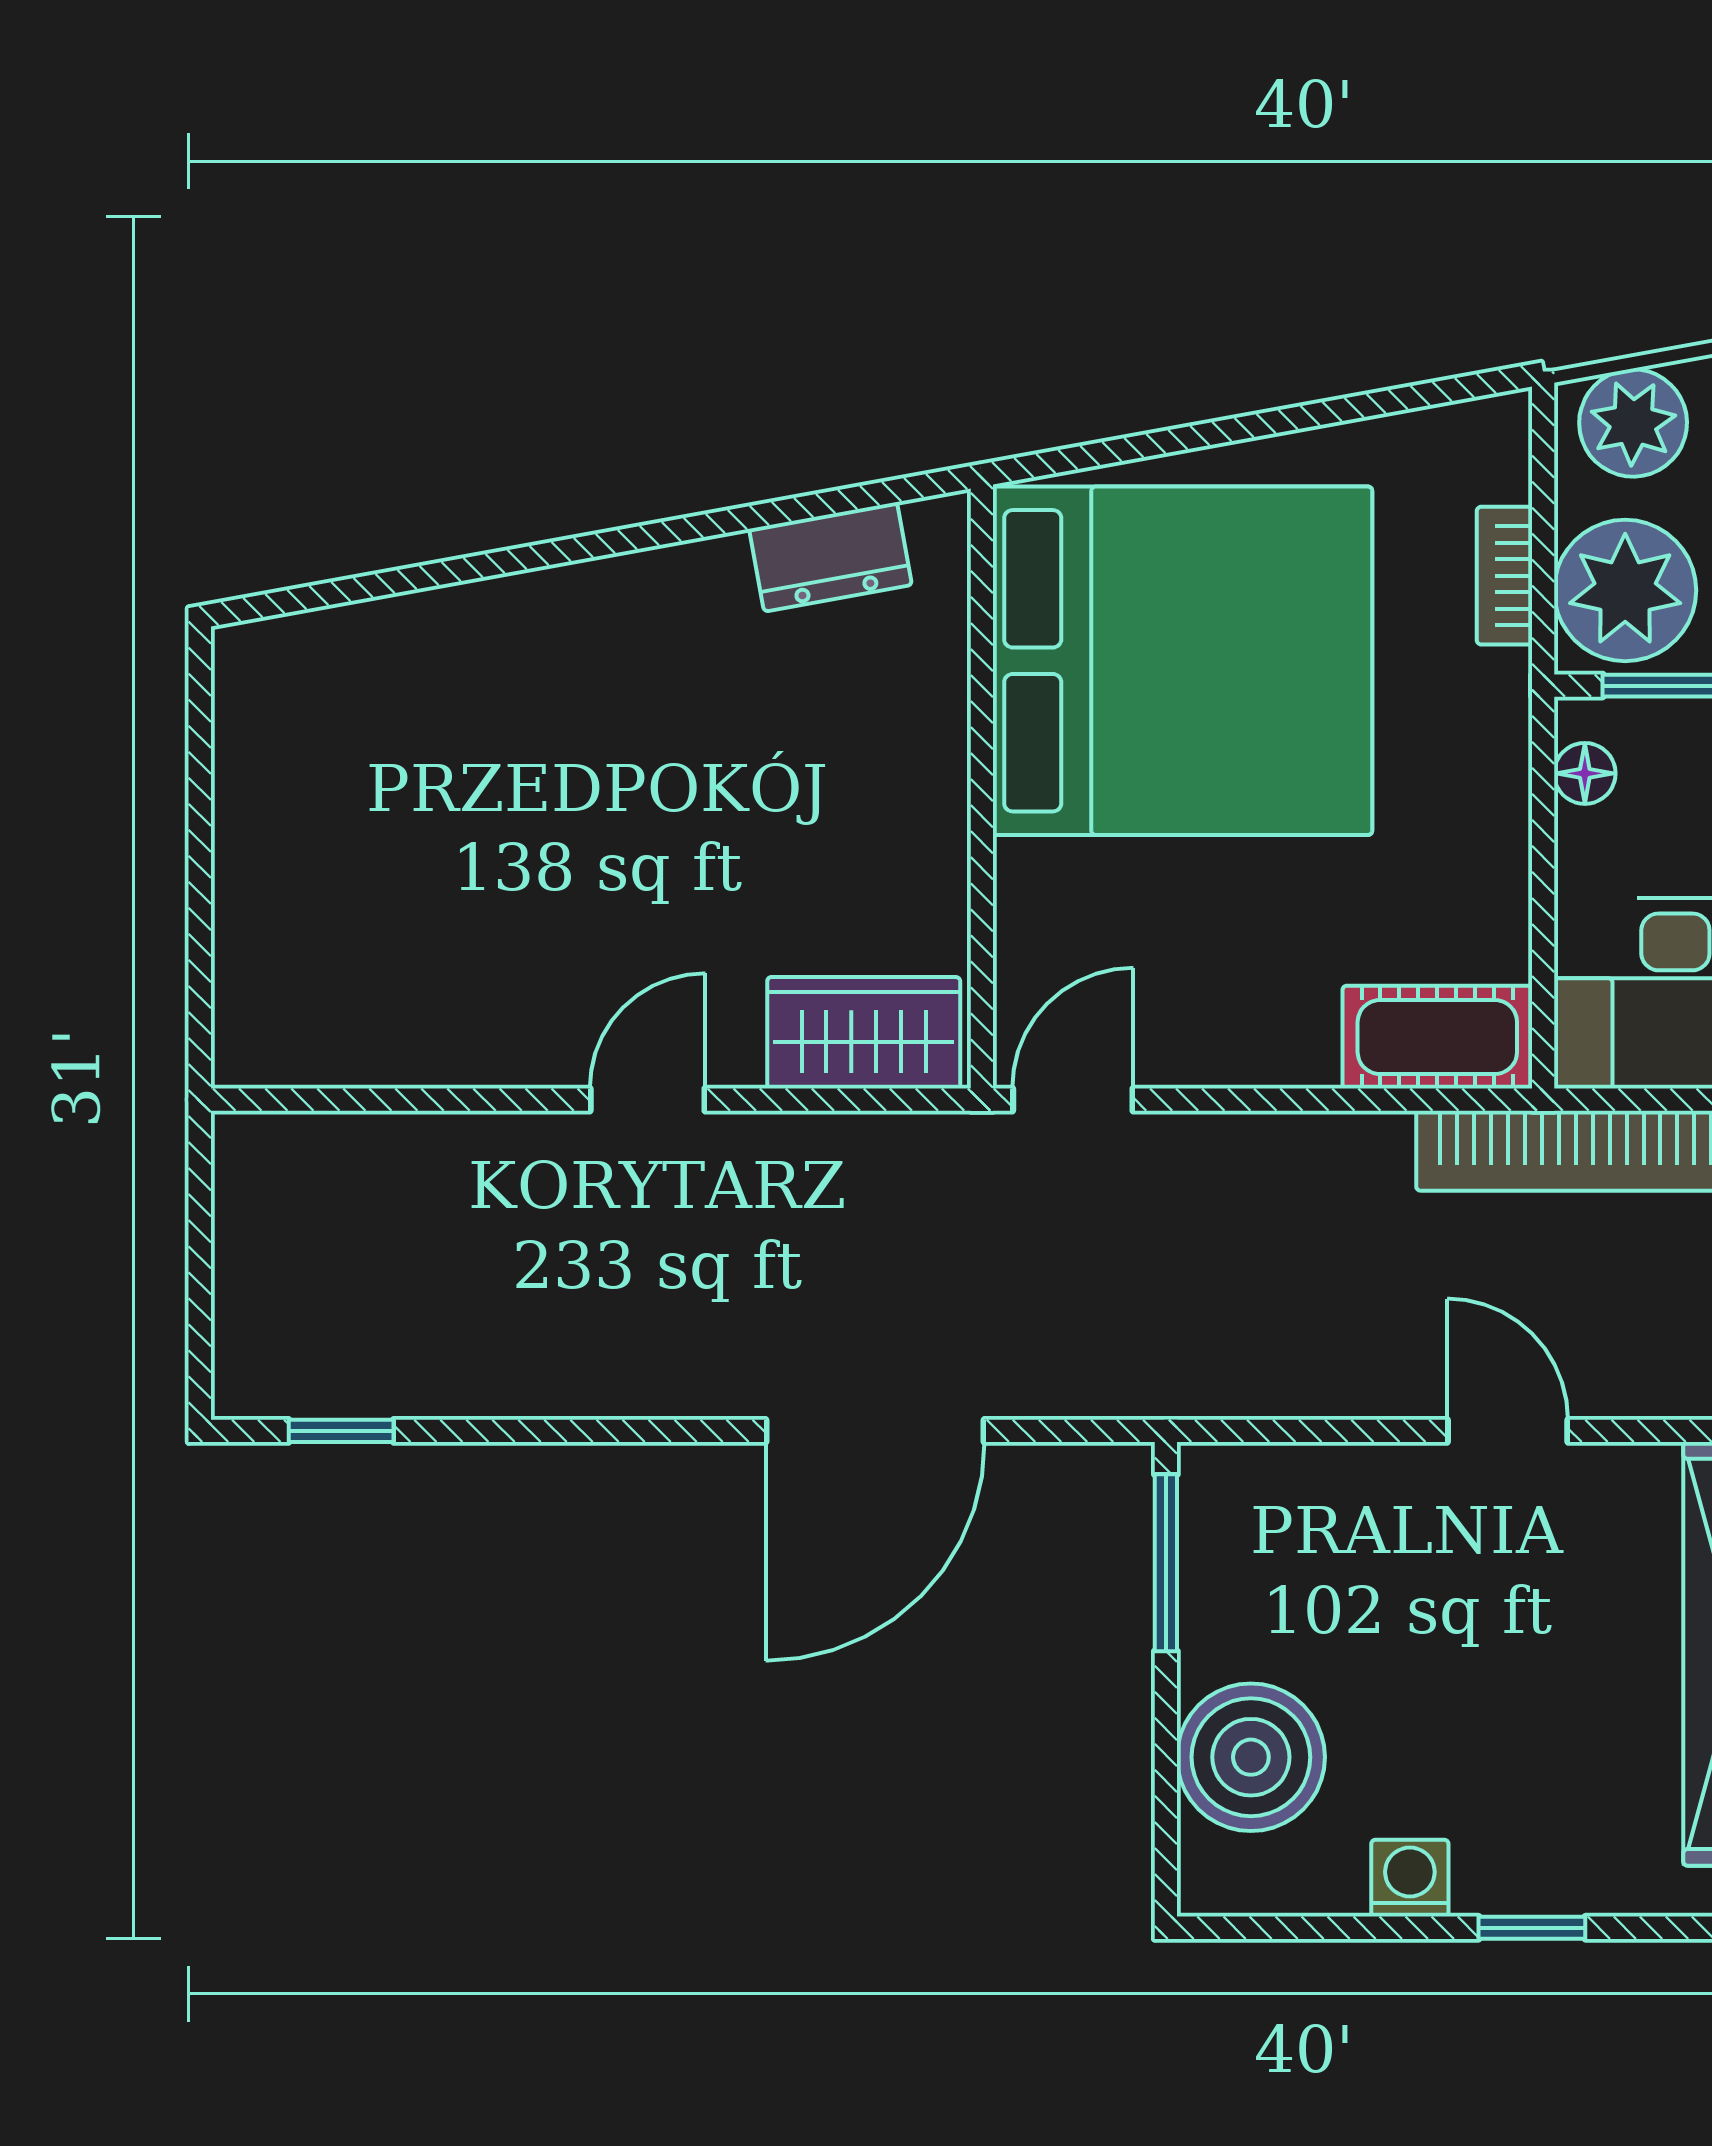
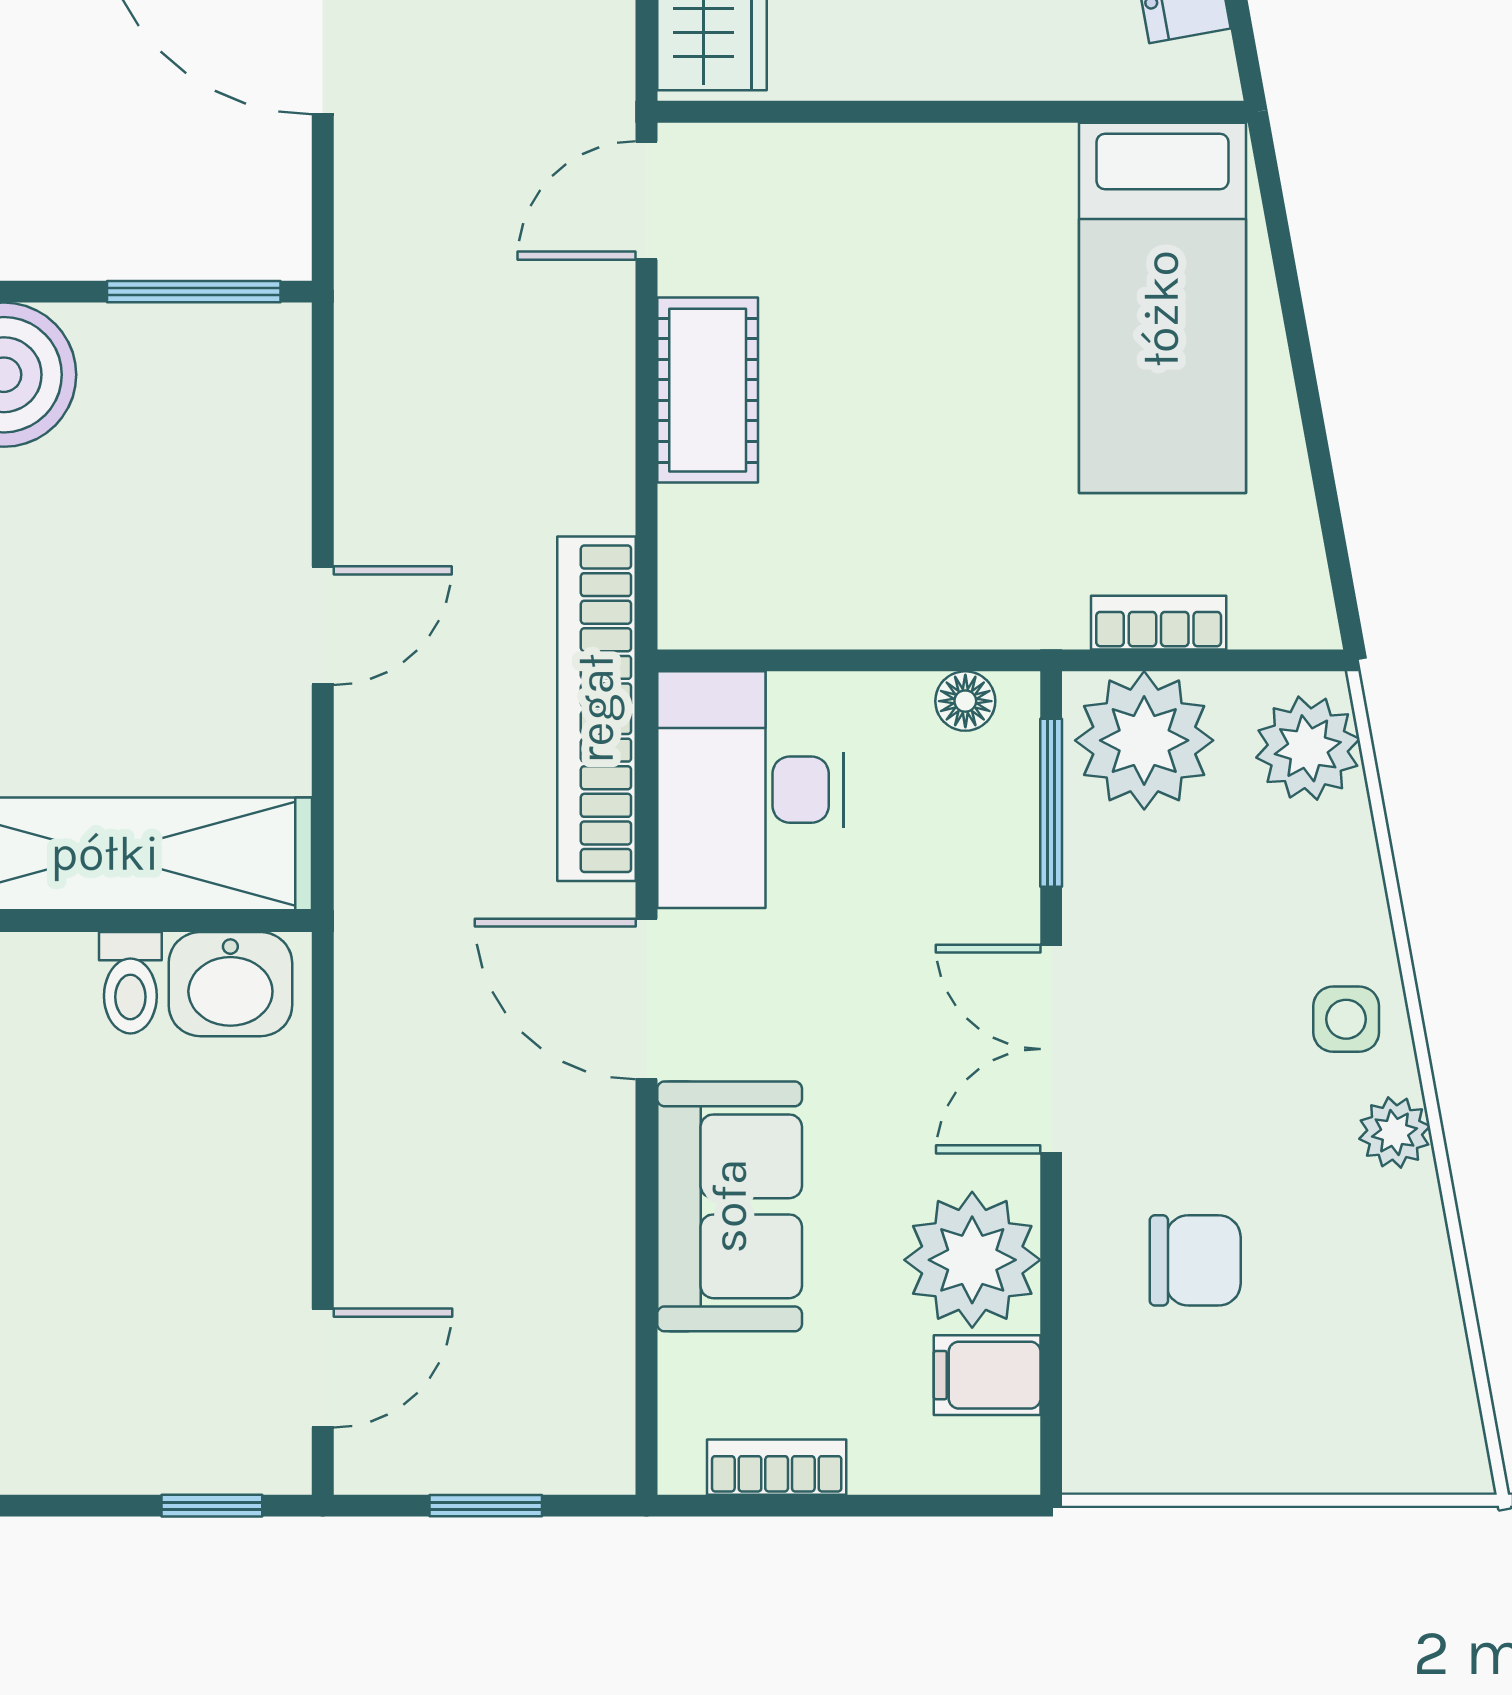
bed: (1182, 661) -> (1162, 308), width x0.49
cot: (1437, 1037) -> (708, 390), moved
door: (1073, 1100) -> (646, 201), swing flipped

